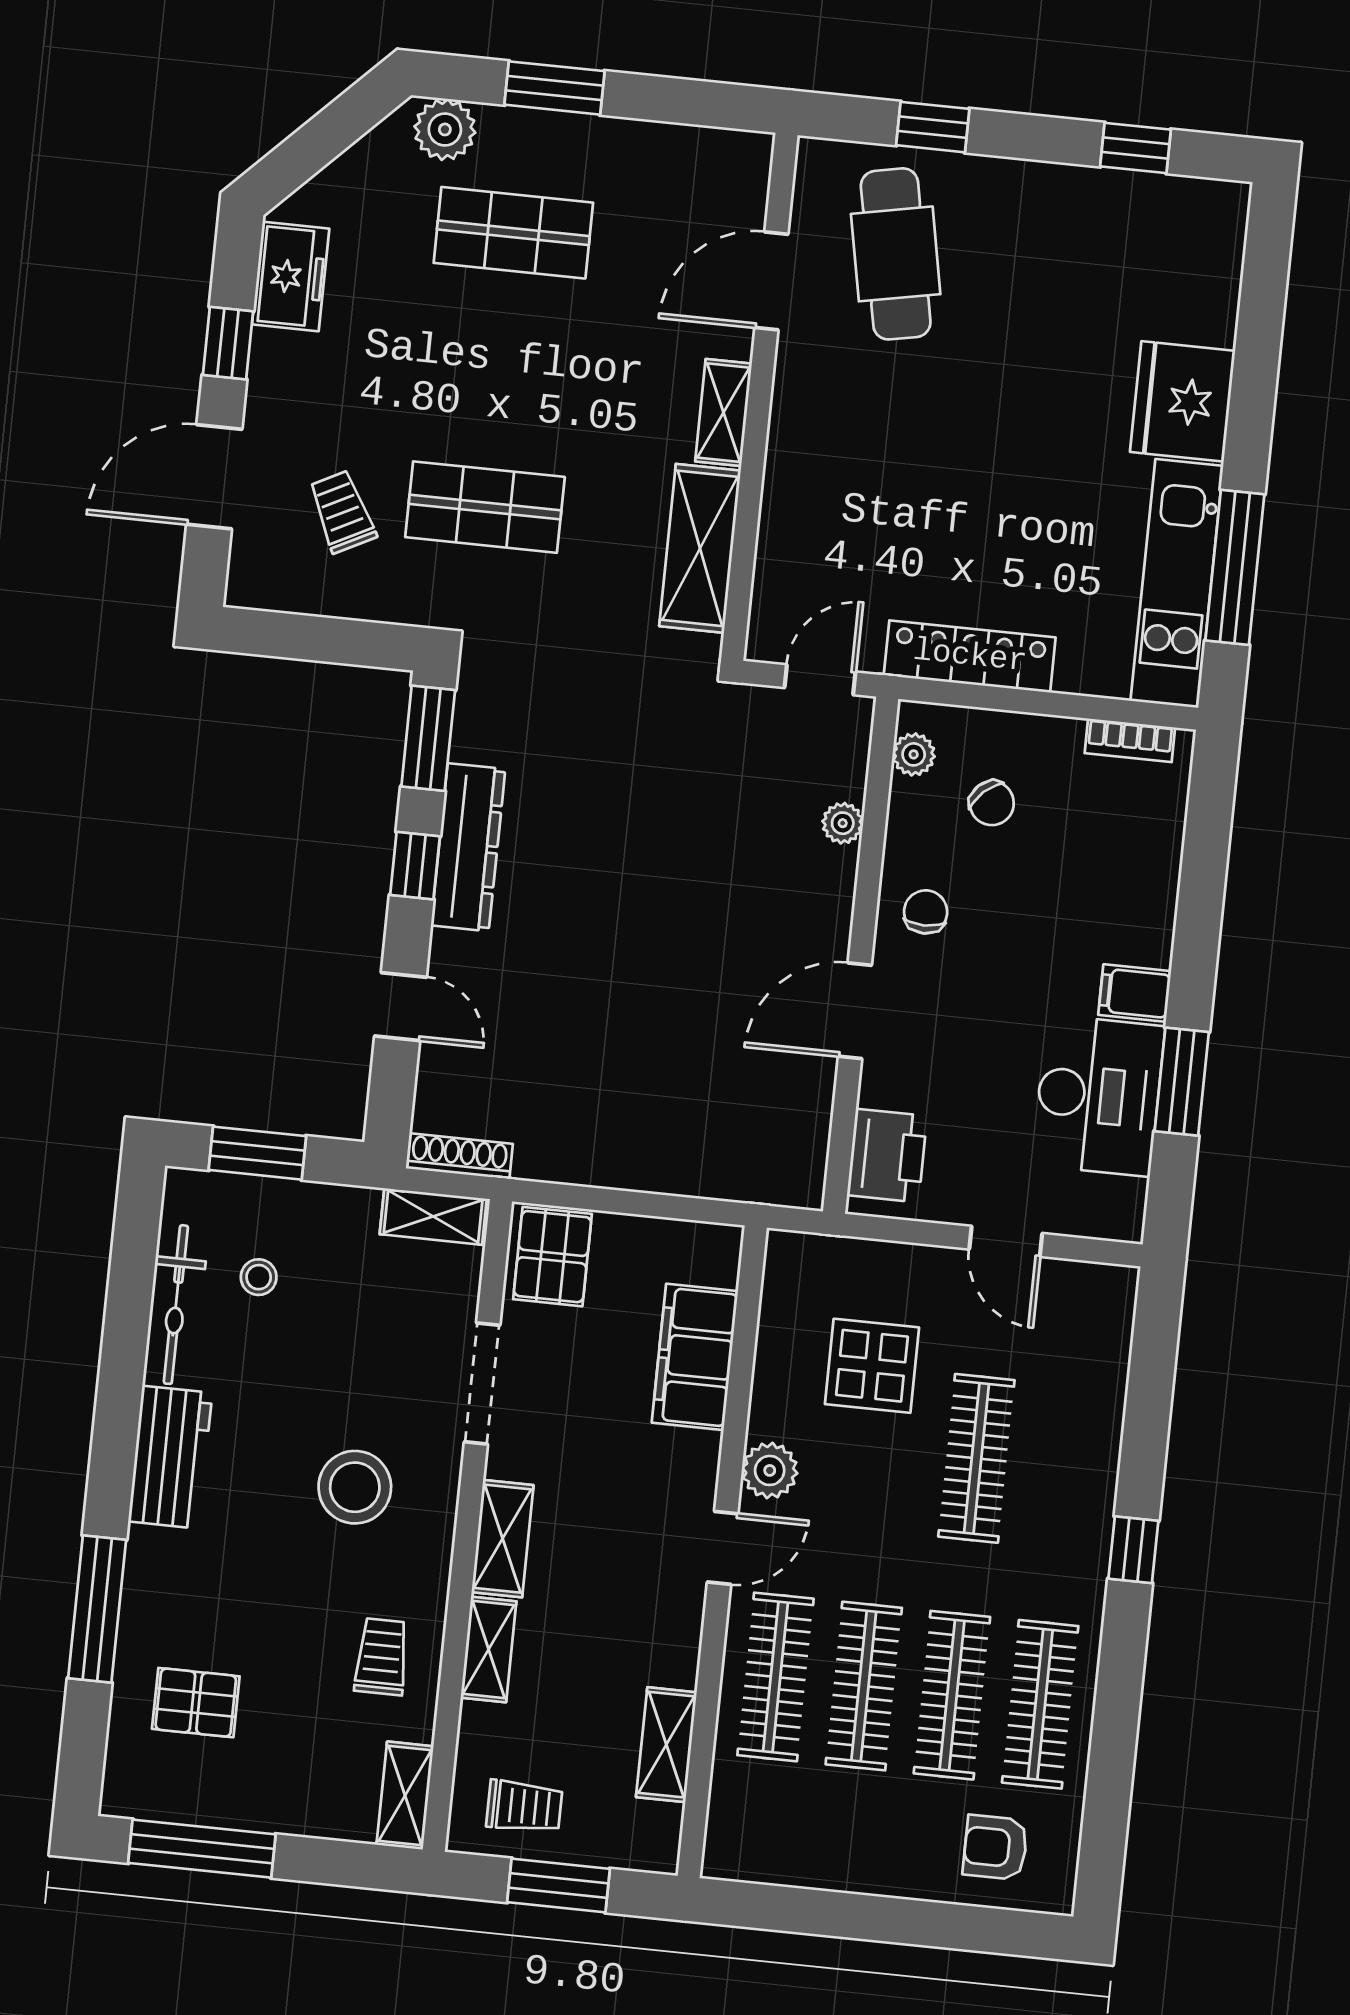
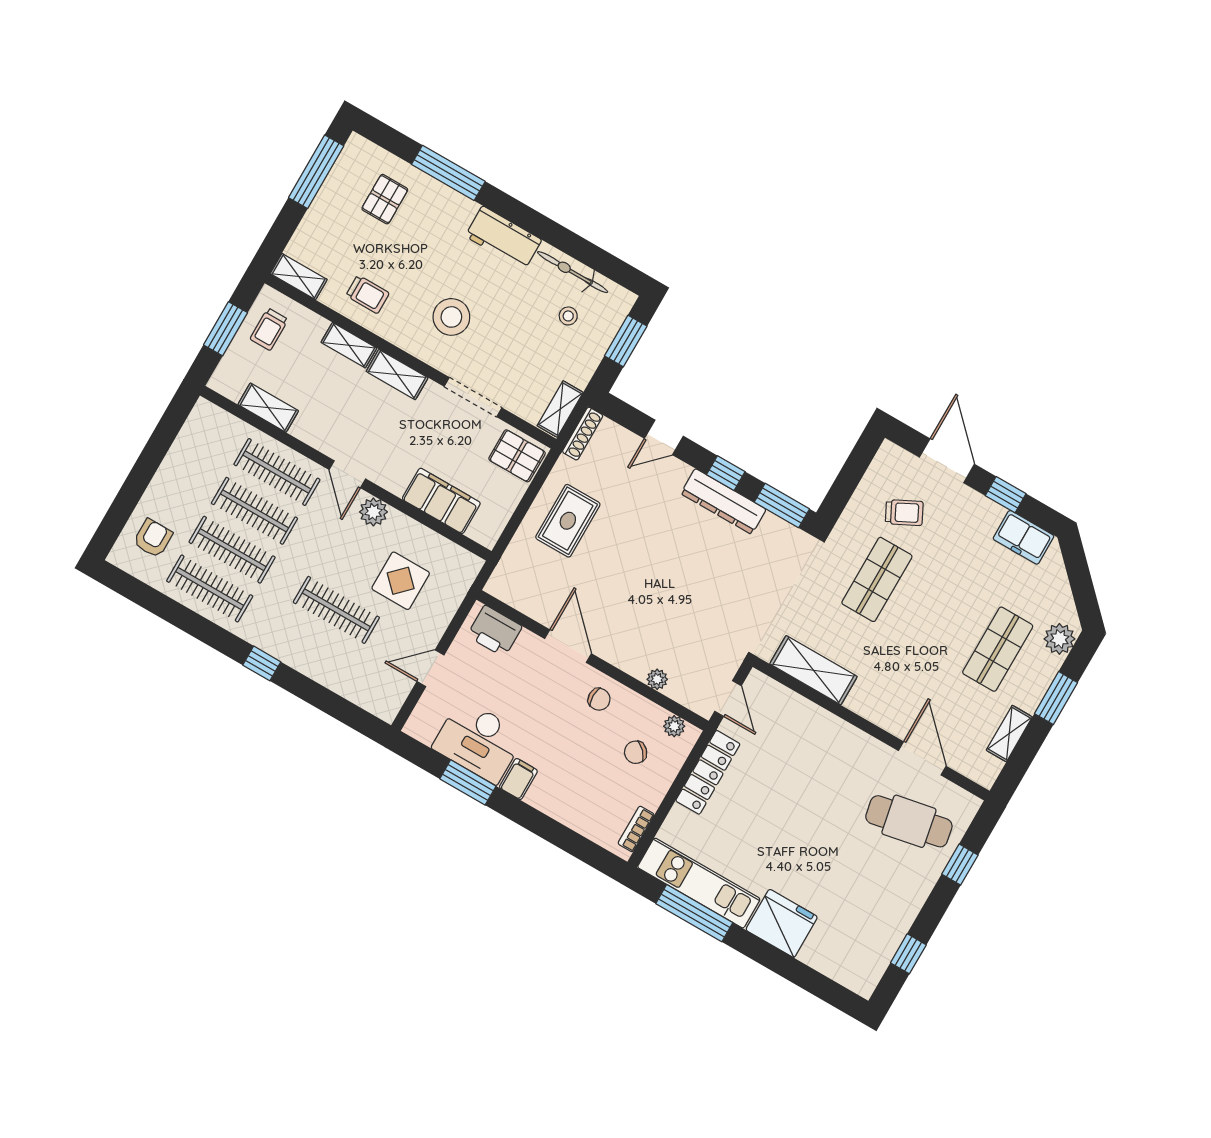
shelving: (723, 413) -> (1009, 734), moved, turned 90
rug: (629, 1112) -> (568, 521), added

